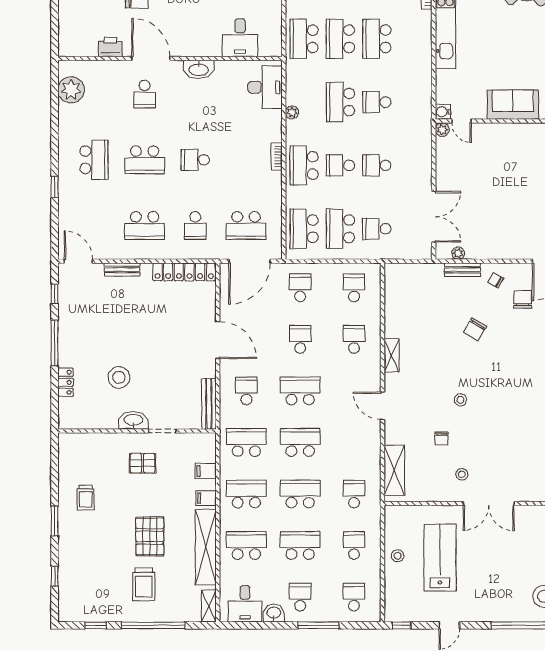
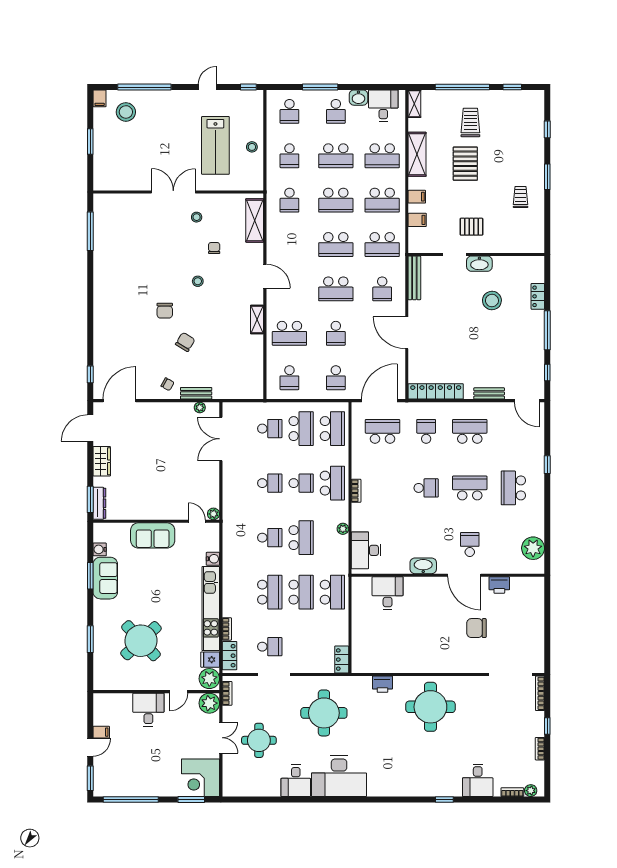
water cooler: (443, 112) -> (213, 559), moved
chair: (523, 299) -> (165, 311), moved
school desk: (354, 339) -> (289, 333), width x1.85
shelving: (206, 547) -> (417, 154), width x0.68

